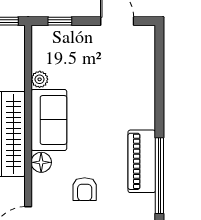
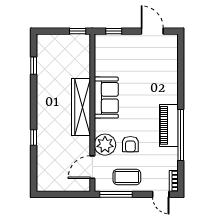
plant: (40, 79) -> (105, 145), moved, width x1.87, depth x1.87
floor lamp: (41, 162) -> (101, 126), removed

